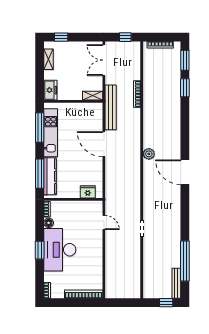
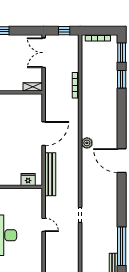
bench: (111, 107) -> (50, 174), moved
door: (104, 144) -> (44, 134), swing flipped
door: (104, 223) -> (44, 225), moved

